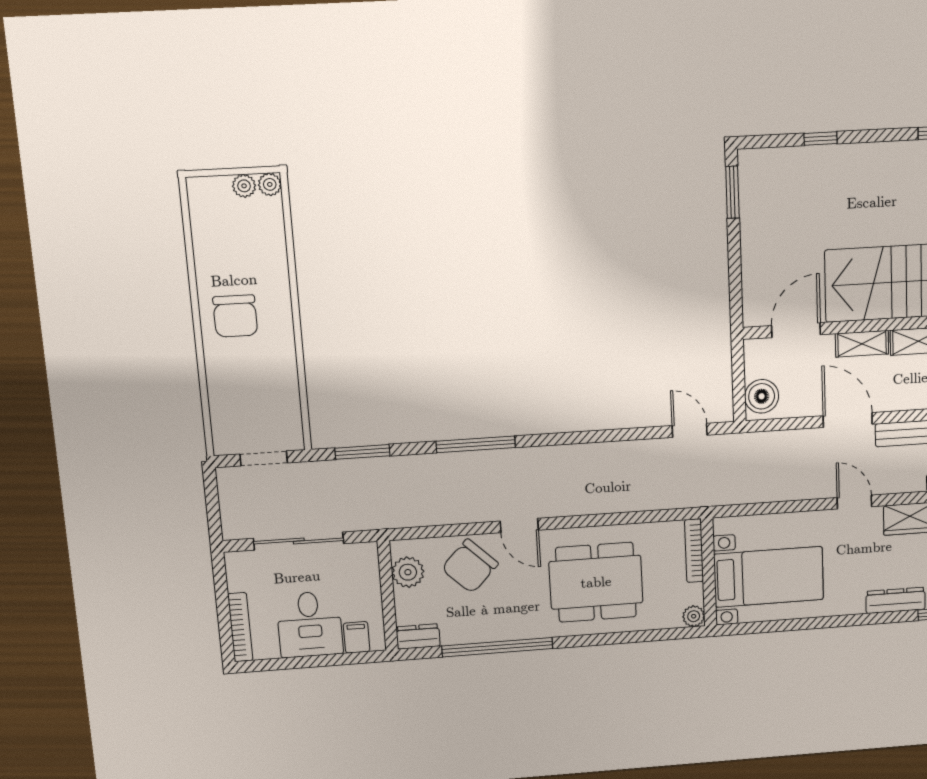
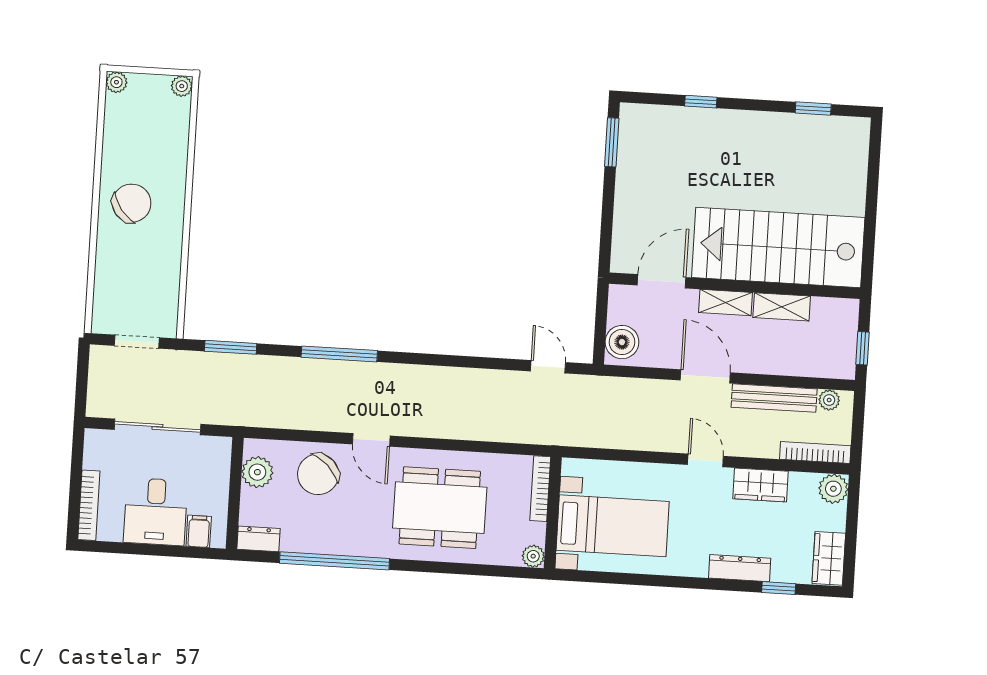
plant: (244, 186) -> (116, 82), moved
chair: (235, 316) -> (132, 203), turned -127

